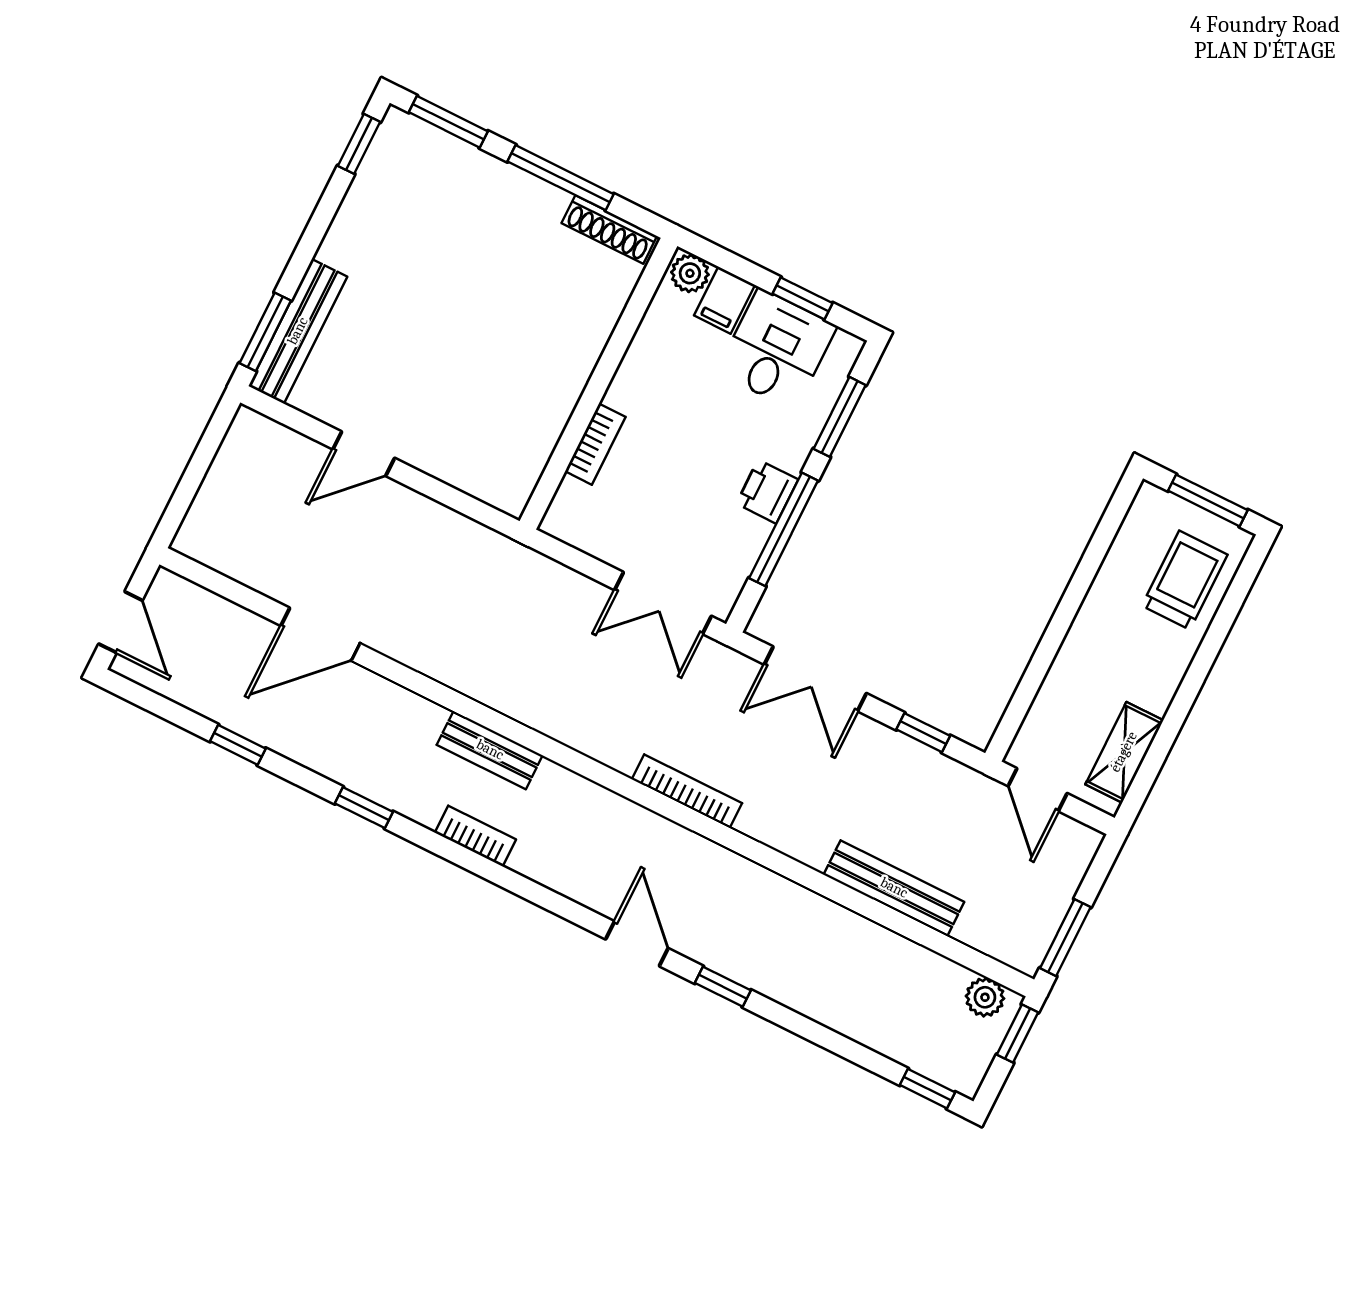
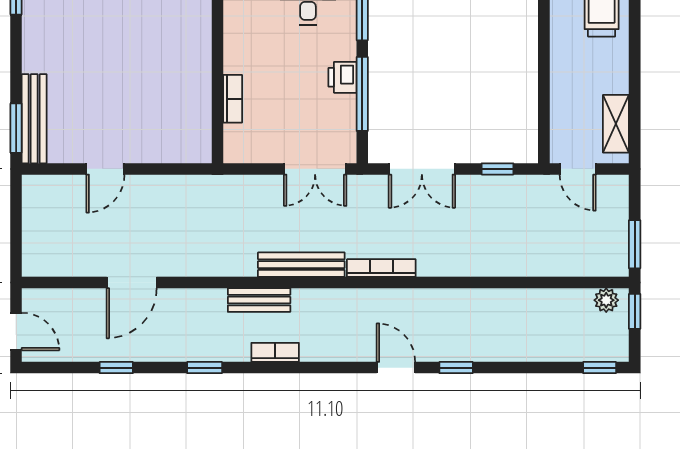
bench: (894, 888) -> (301, 265), moved

